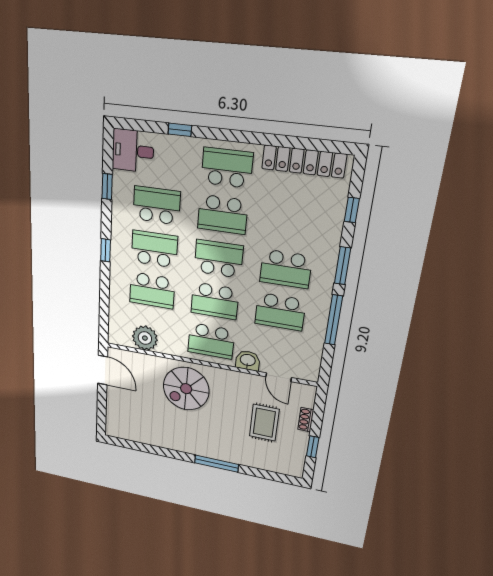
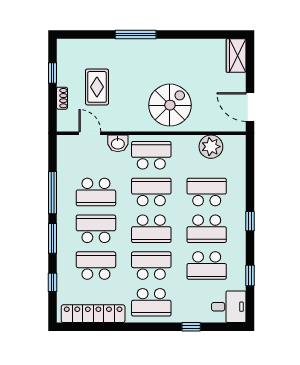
school desk: (292, 224) -> (96, 266), added
school desk: (280, 312) -> (96, 192), turned 180
wardrobe: (115, 422) -> (236, 56), added

